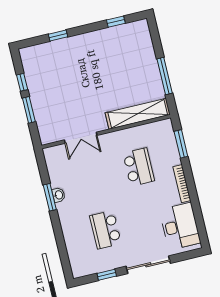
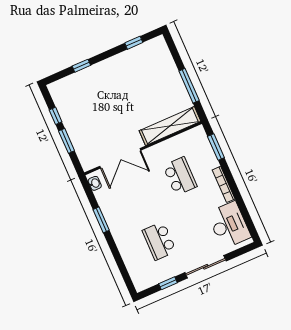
double door: (81, 138) -> (120, 158), width x1.37
washbasin: (59, 195) -> (95, 183), moved

